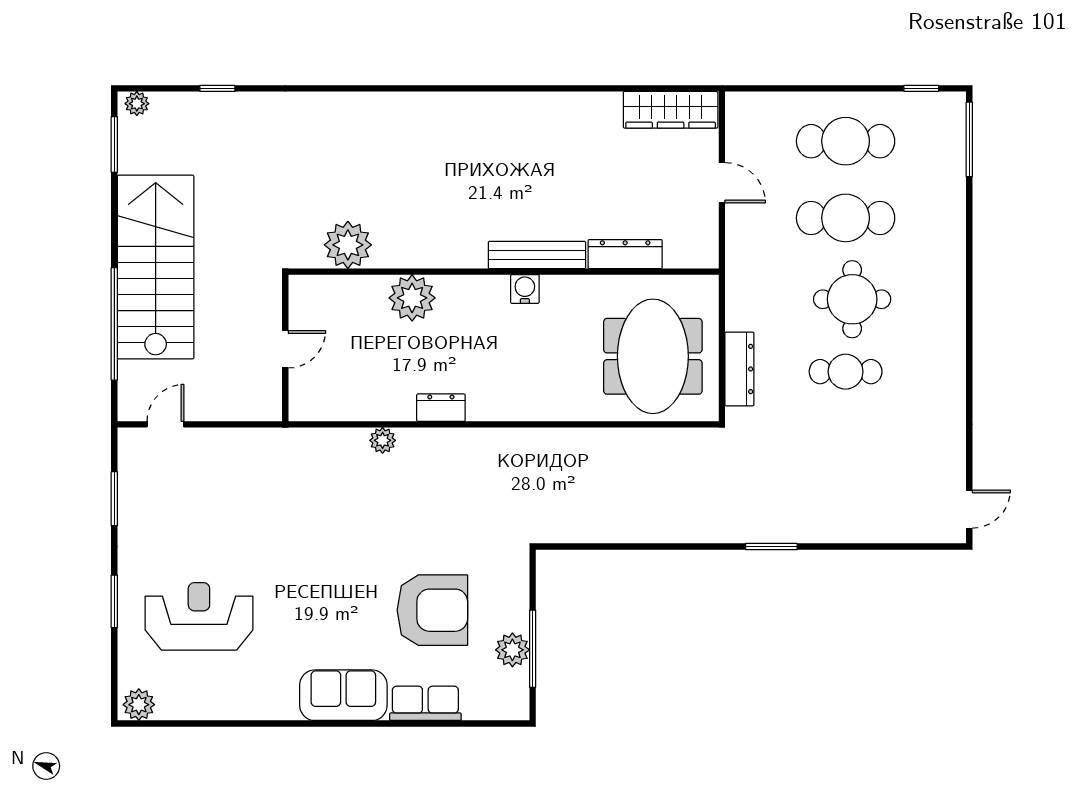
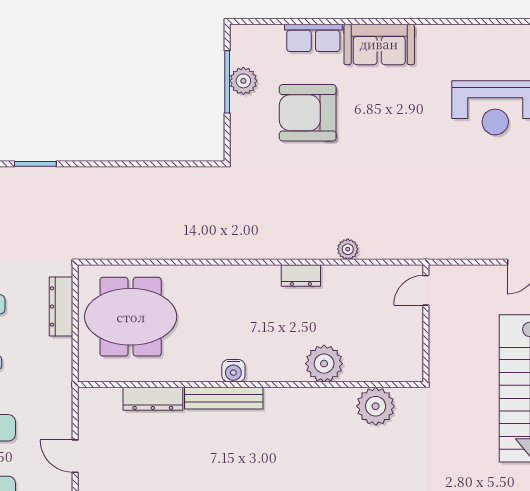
door: (285, 349) -> (426, 290), moved
meeting table: (653, 356) -> (131, 317), turned 90

